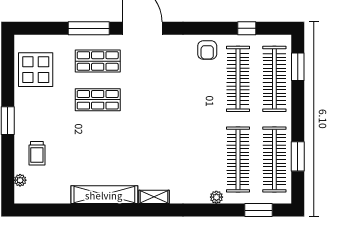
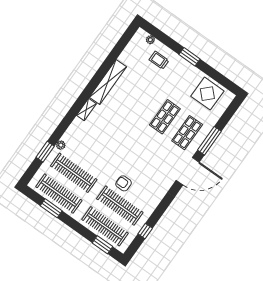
armchair: (207, 50) -> (124, 183), moved
window: (259, 210) -> (45, 152), moved

